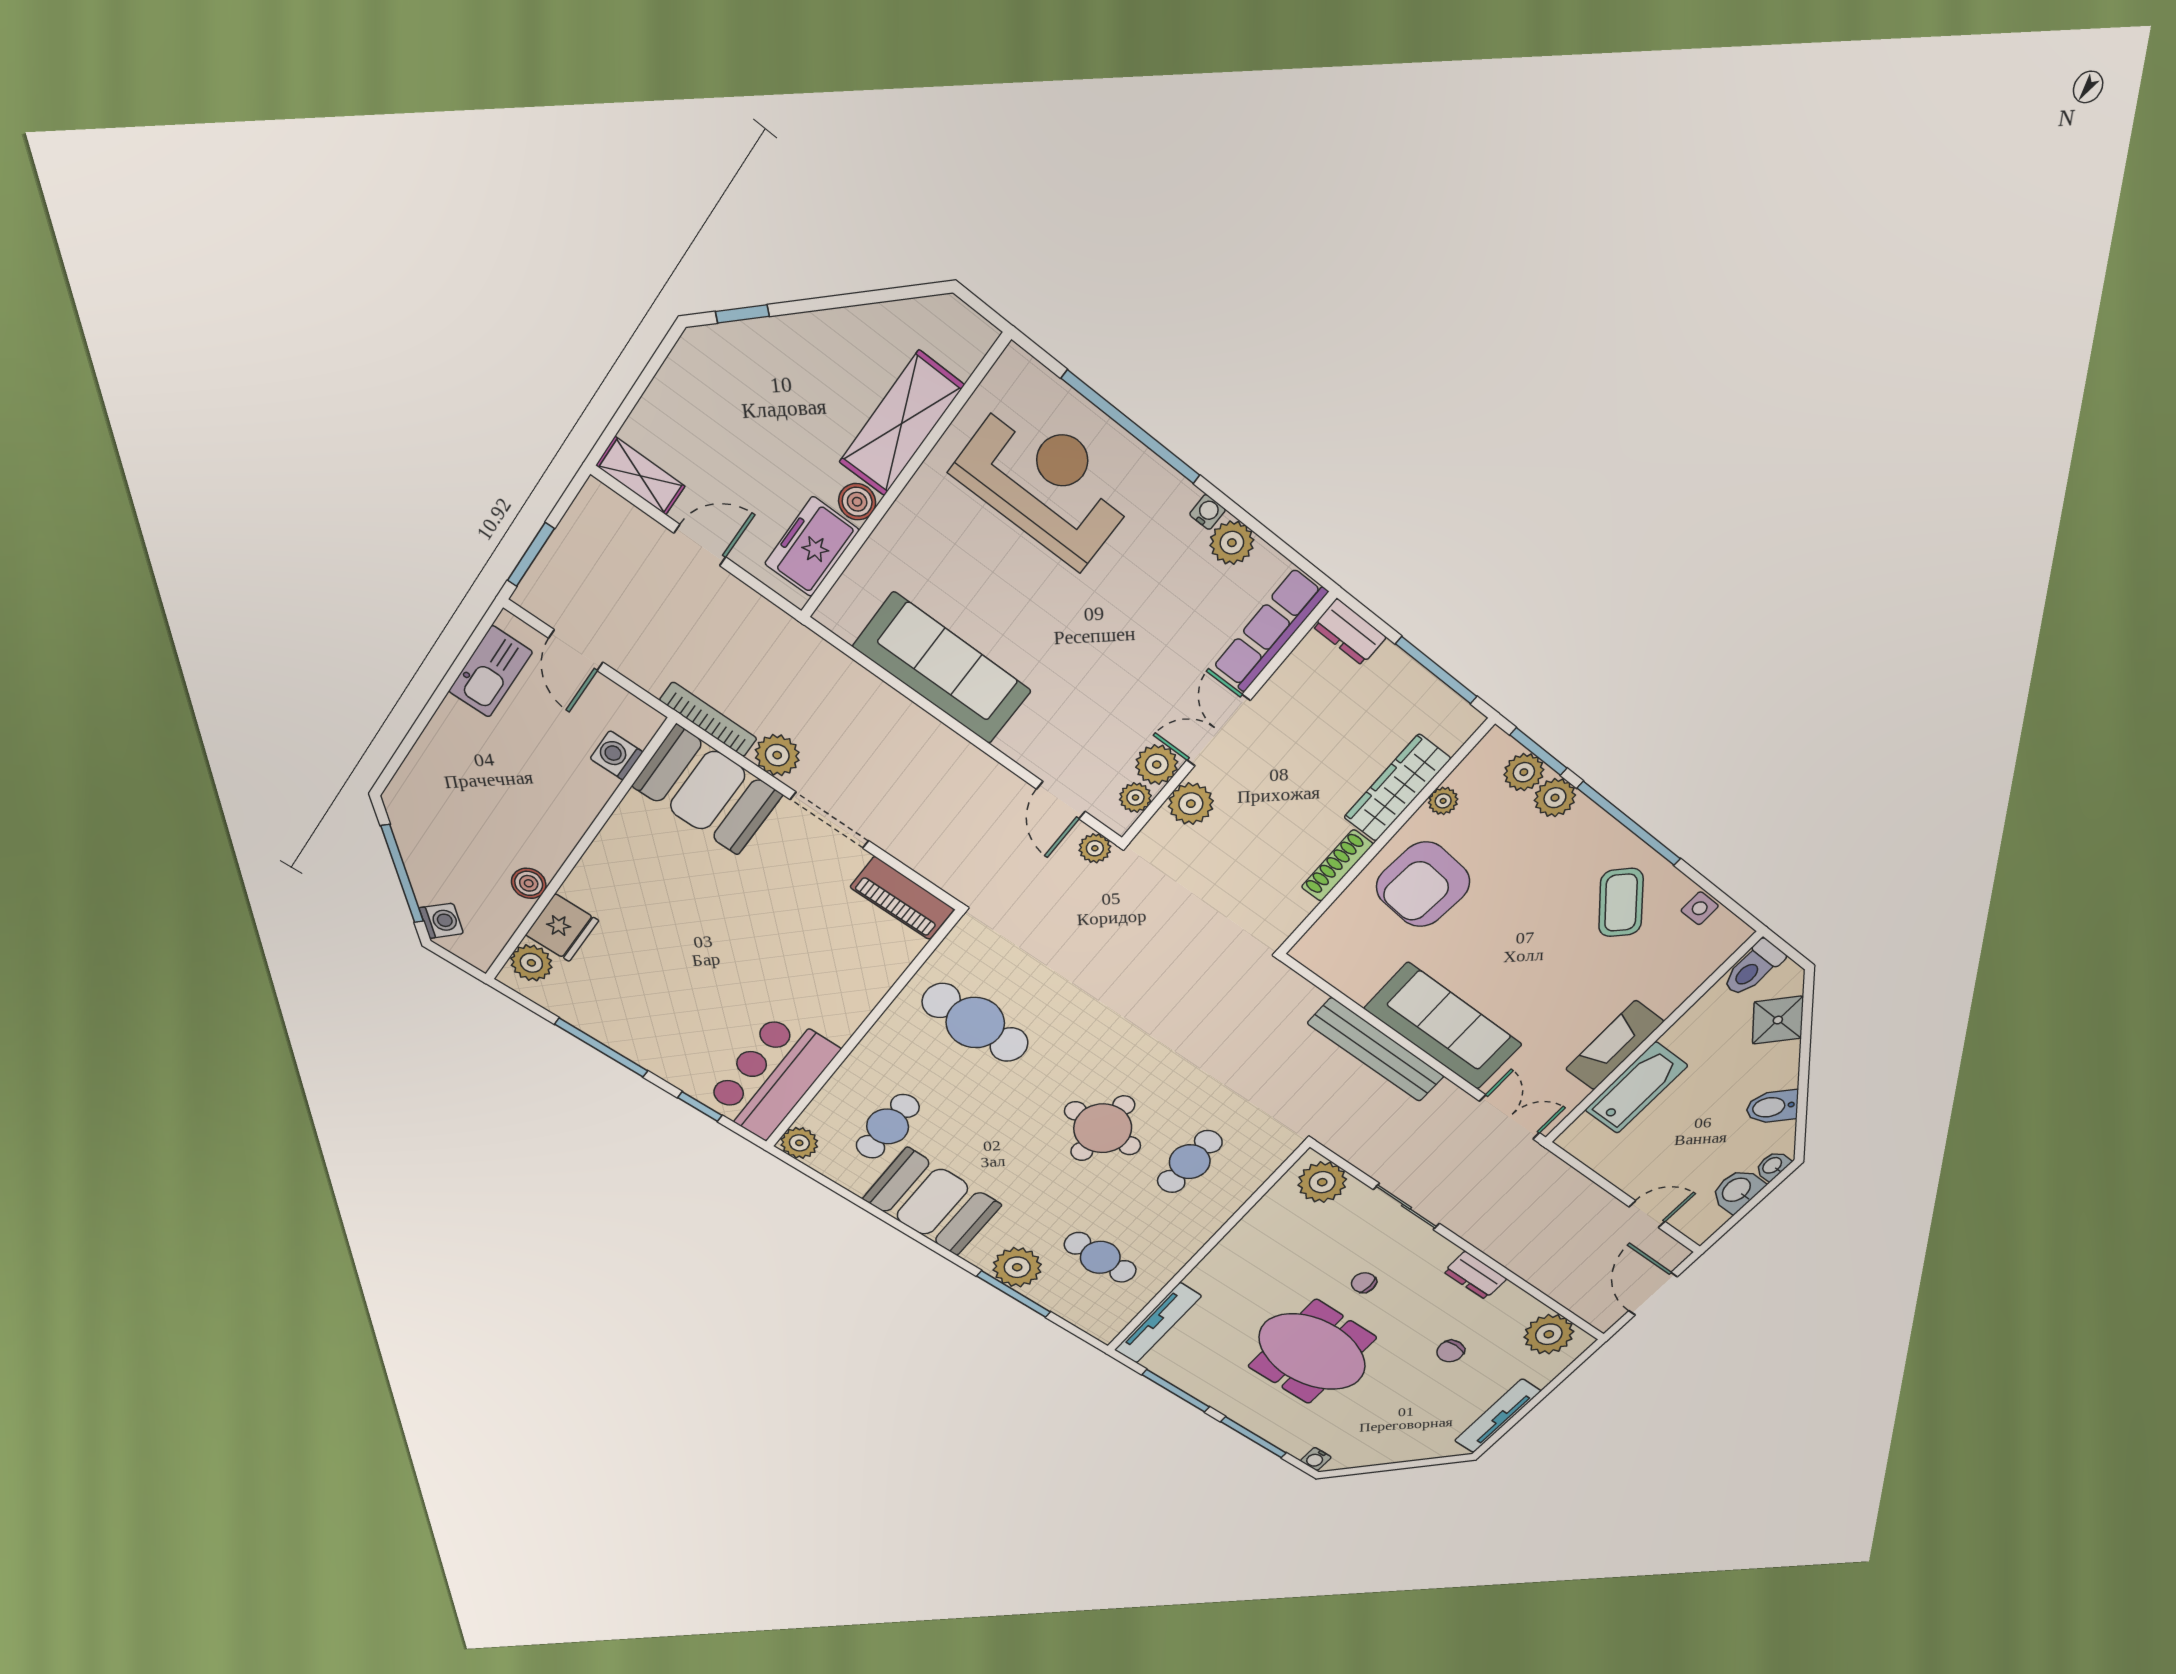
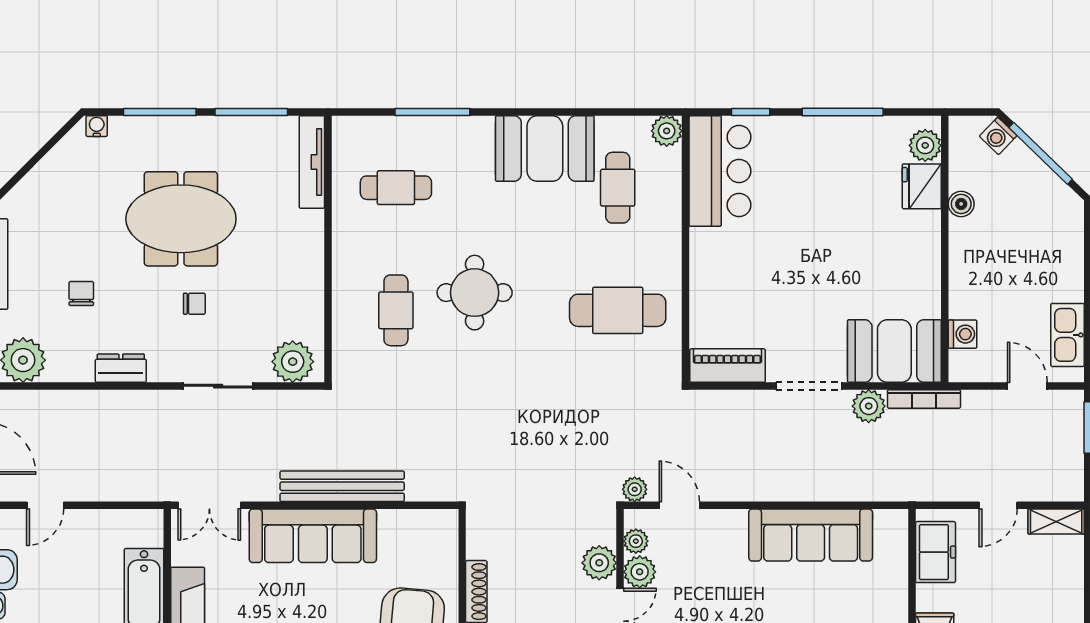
boiler: (857, 502) -> (928, 598), removed
plant: (1017, 1267) -> (447, 137), removed

